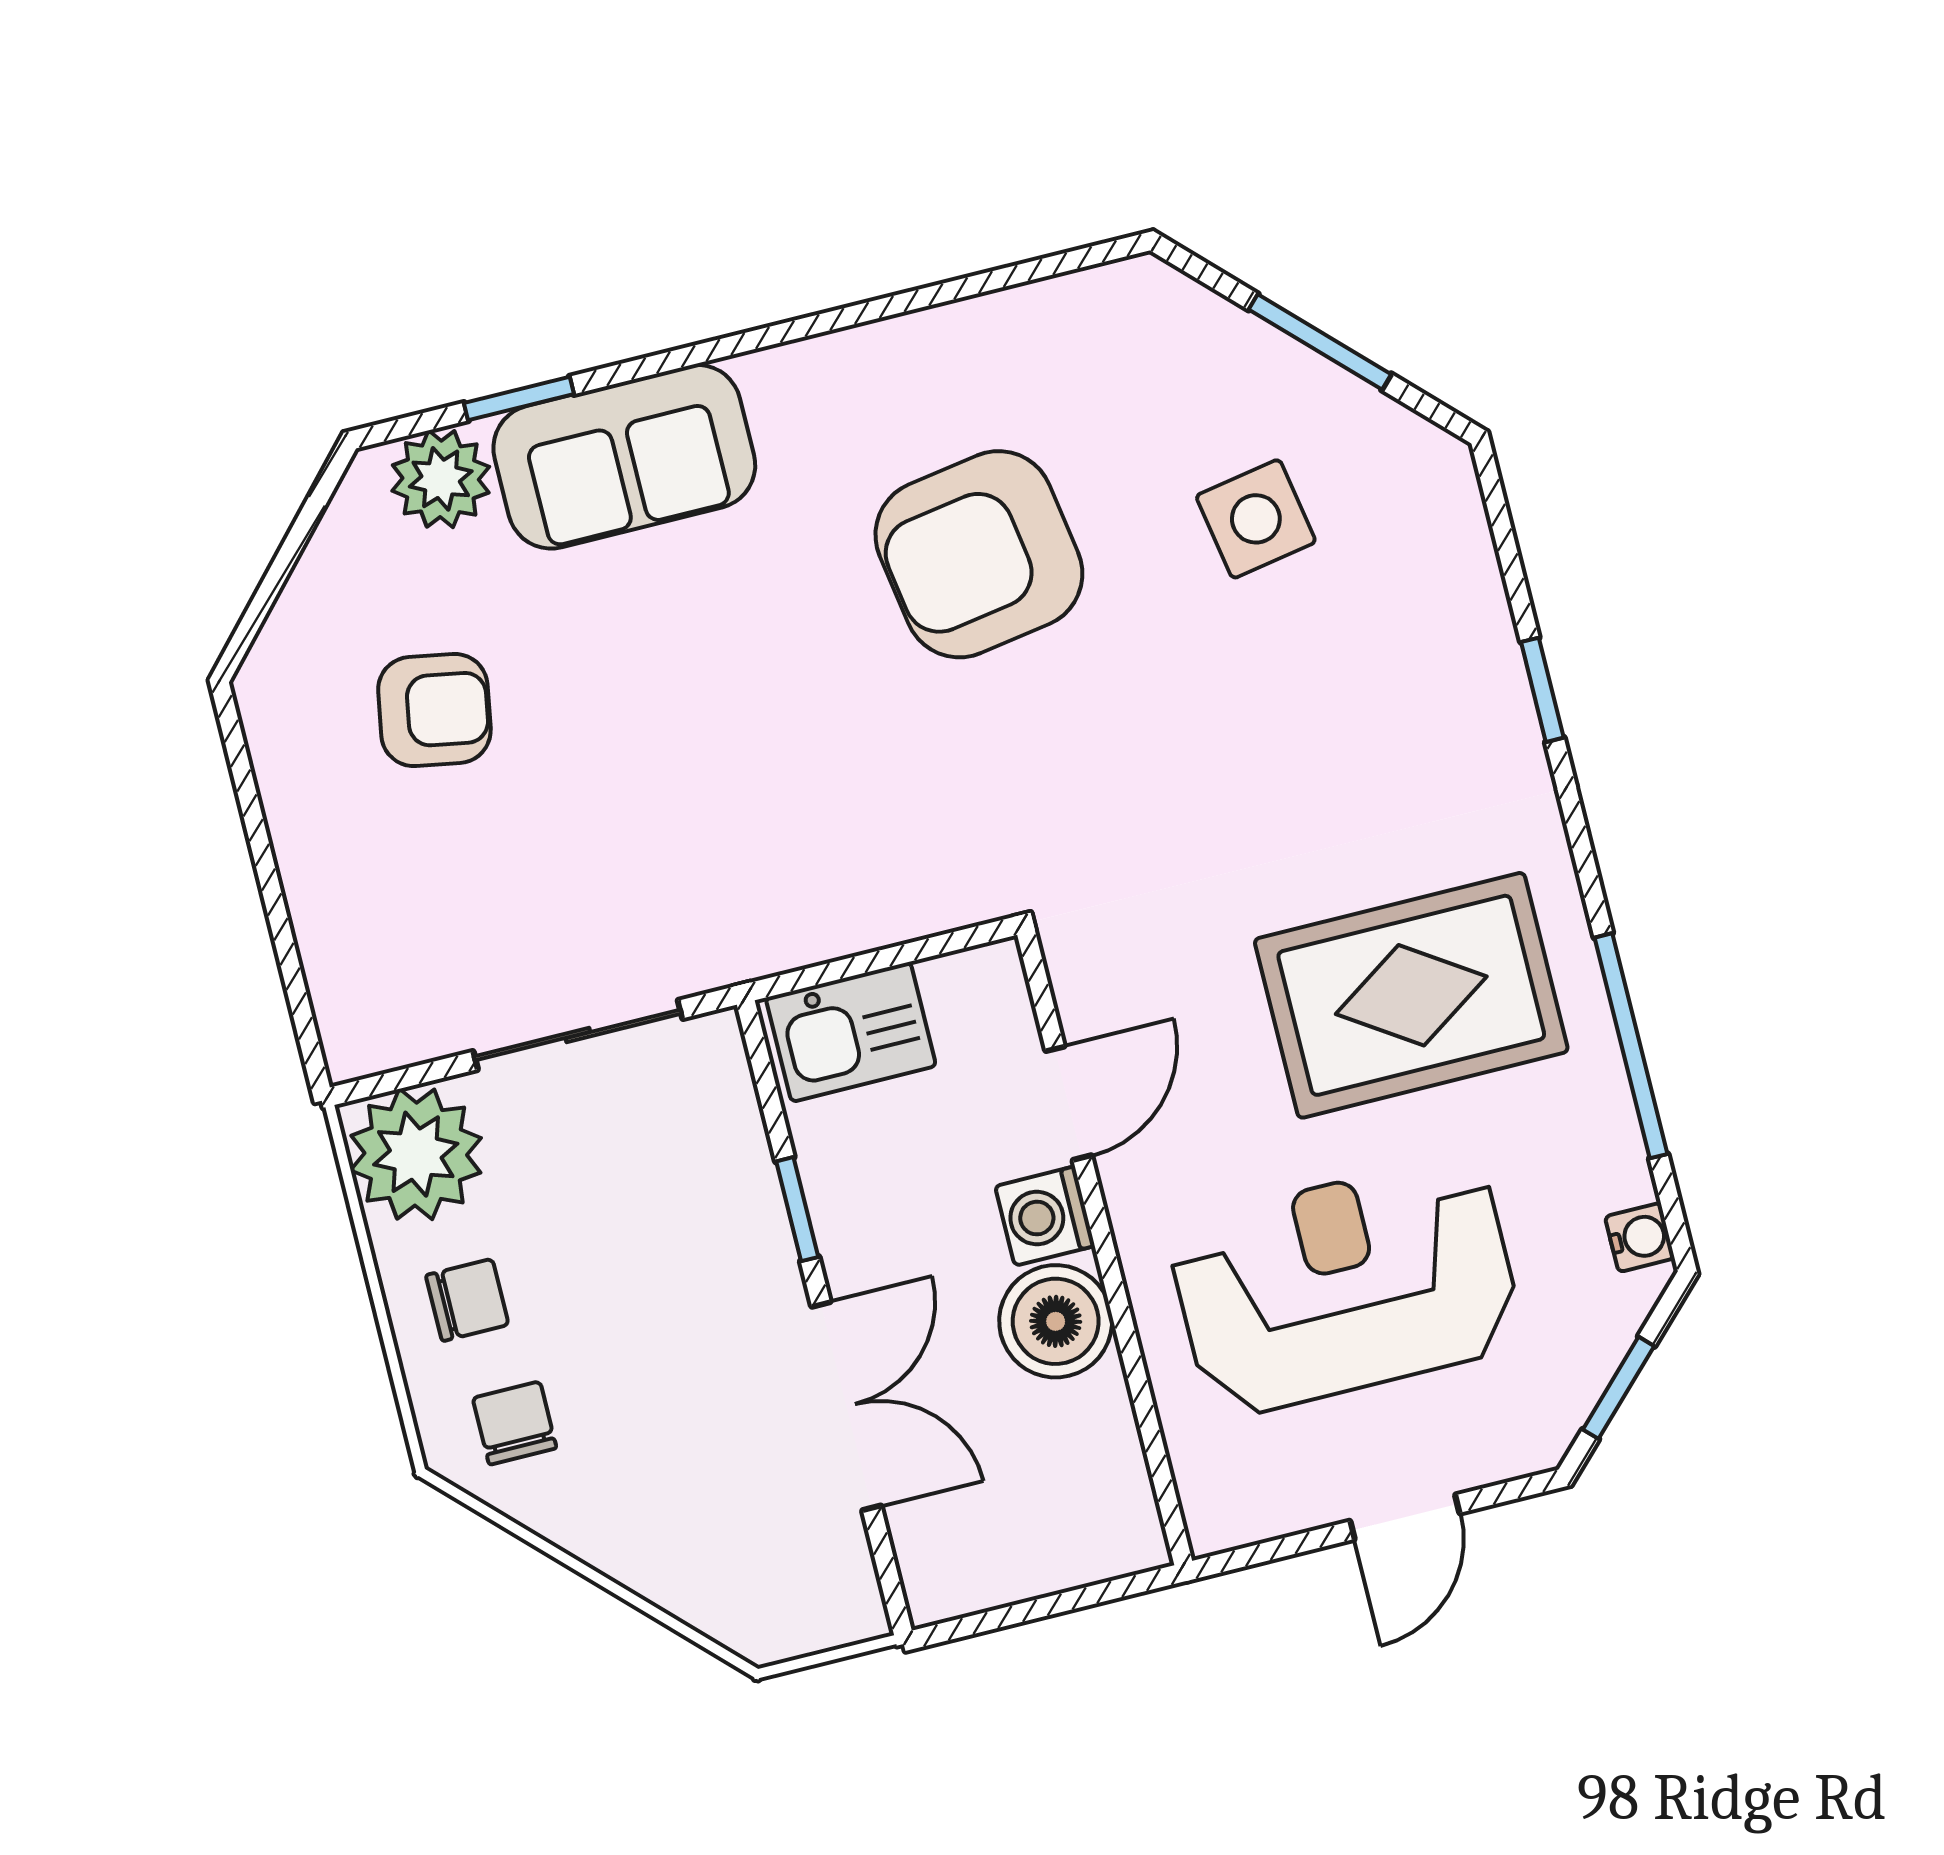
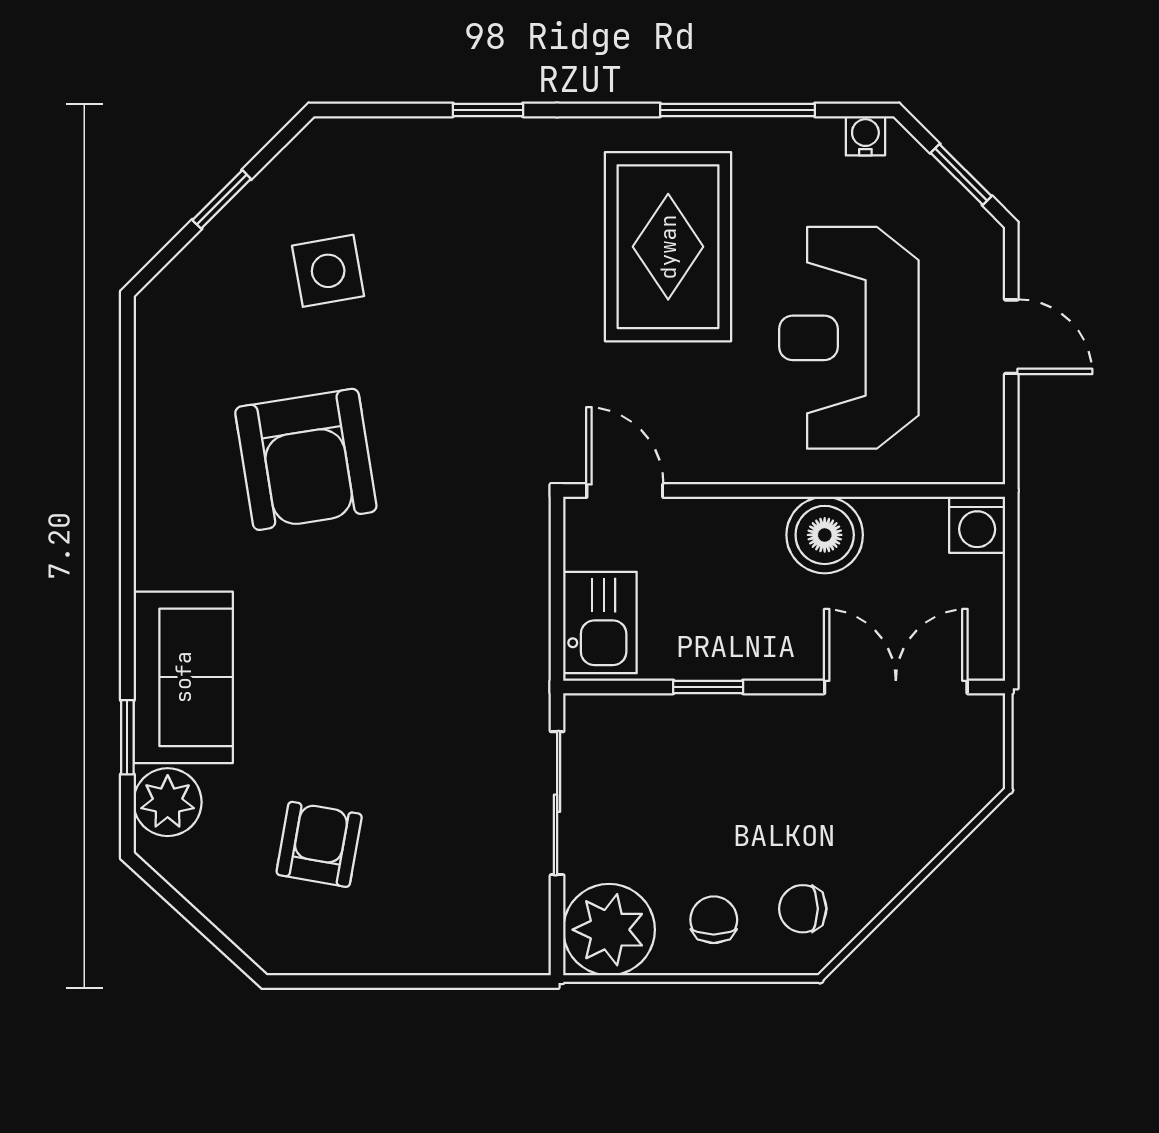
window: (1320, 342) -> (222, 199), width x0.67
door: (1069, 1103) -> (625, 491), moved
washing machine: (1045, 1216) -> (977, 525), moved
double door: (846, 1406) -> (896, 687), moved

